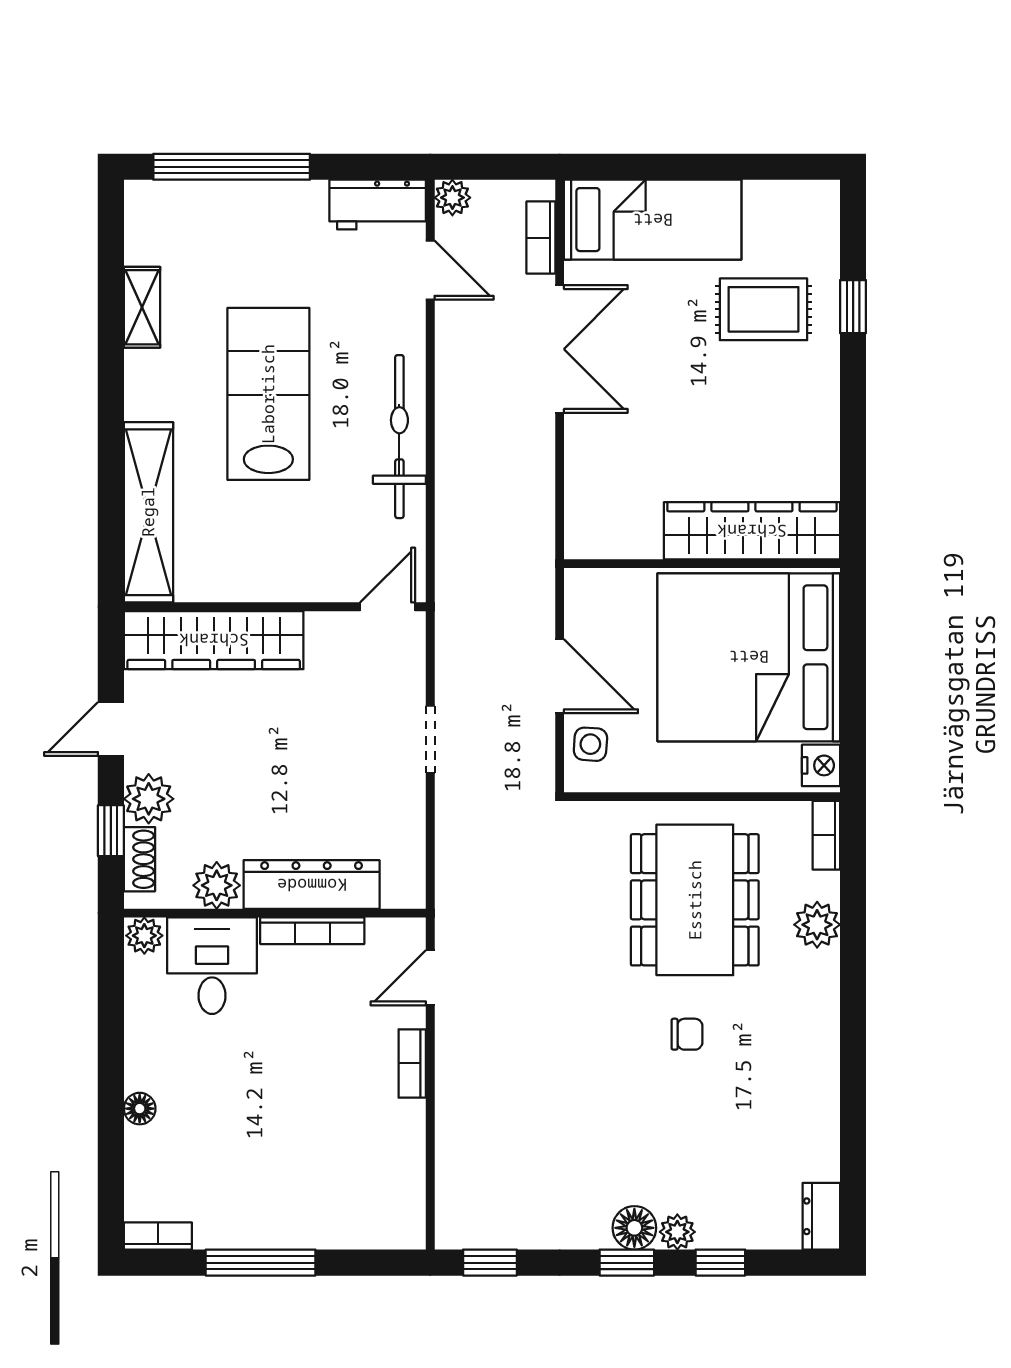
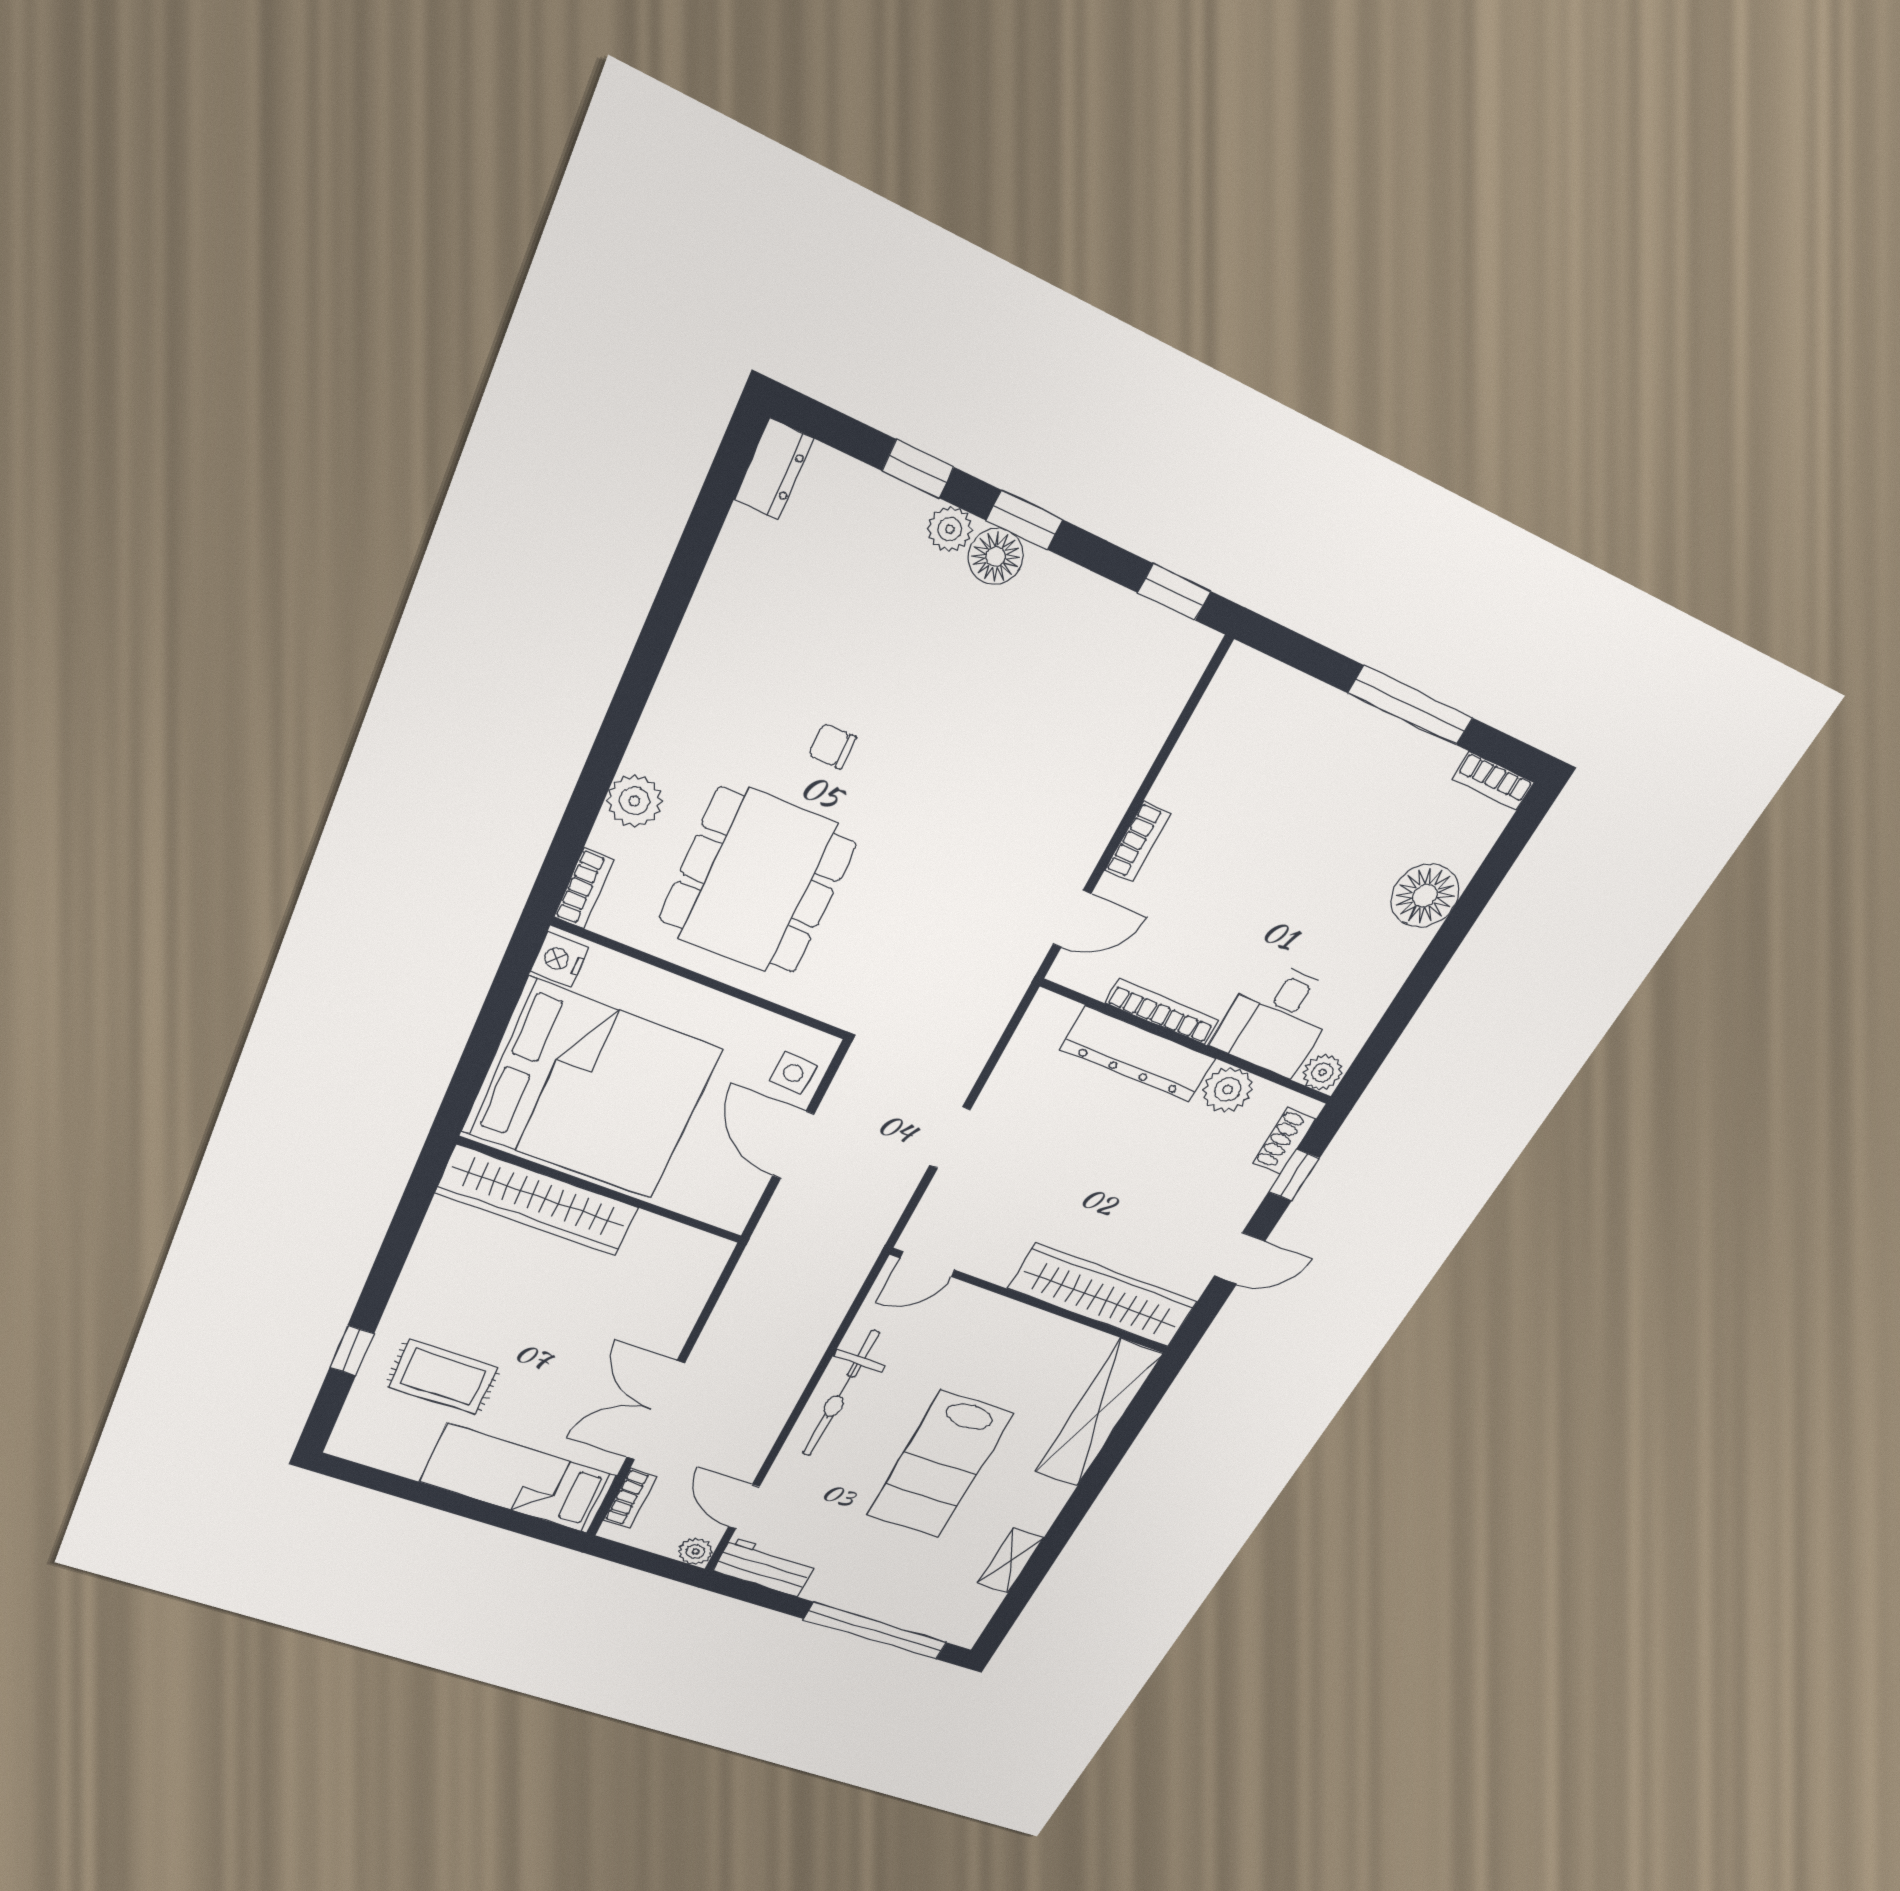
plant: (149, 799) -> (1243, 1188), removed
floor lamp: (140, 1109) -> (1425, 896), width x1.89, depth x1.89

